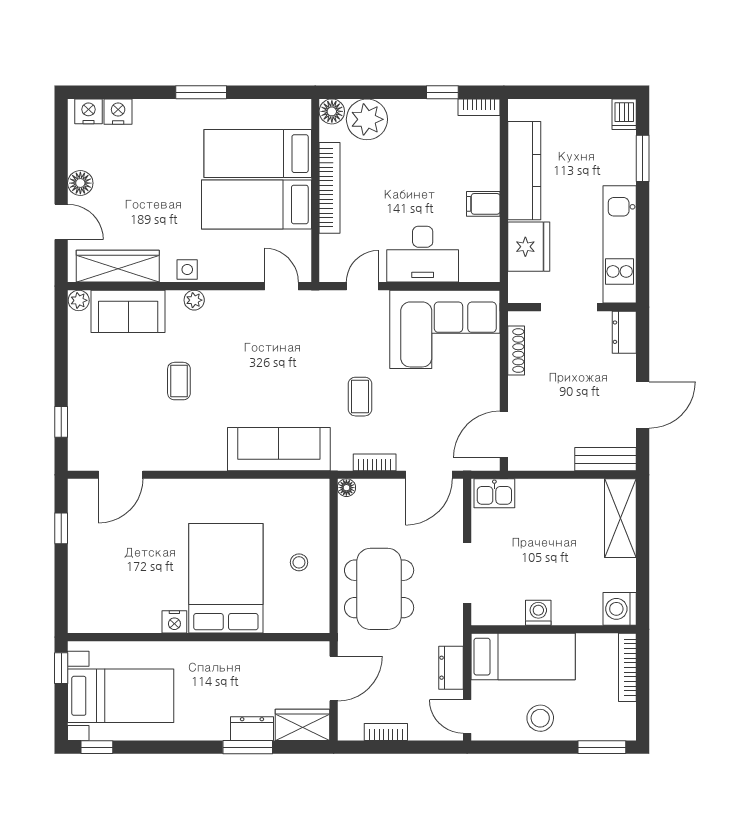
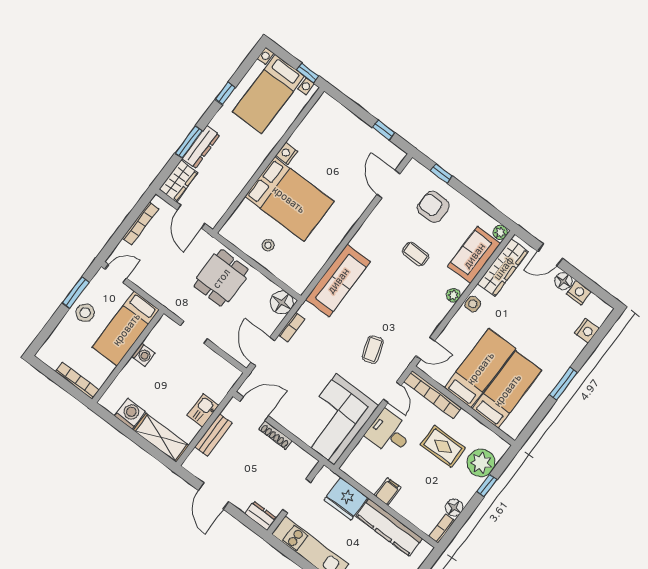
window: (442, 92) -> (487, 486), moved
nightstand: (88, 111) -> (579, 293), moved, turned -90
floor lamp: (332, 111) -> (454, 508), moved
rug: (381, 179) -> (443, 446), added
bookcase: (330, 188) -> (433, 395), moved
desk: (423, 254) -> (389, 433), width x0.73
shoe rack: (516, 351) -> (275, 435), moved
coffee table: (360, 397) -> (373, 350), moved, turned 72
armchair: (108, 402) -> (433, 207), added
door: (504, 434) -> (254, 409), hinge flipped
bench: (606, 459) -> (213, 435), moved
floor lamp: (346, 488) -> (282, 303), width x1.89, depth x1.89
kitchen sink: (494, 493) -> (203, 410), moved
doorway: (467, 573) -> (194, 332), width x0.73
dining table: (379, 589) -> (221, 278), width x0.73
washing machine: (620, 609) -> (130, 414), moved
dresser: (451, 668) -> (149, 285), removed
dresser: (252, 729) -> (201, 147), width x1.44
bookcase: (386, 732) -> (141, 223), width x1.56
window: (97, 747) -> (225, 93), moved
window: (602, 747) -> (76, 292), moved

